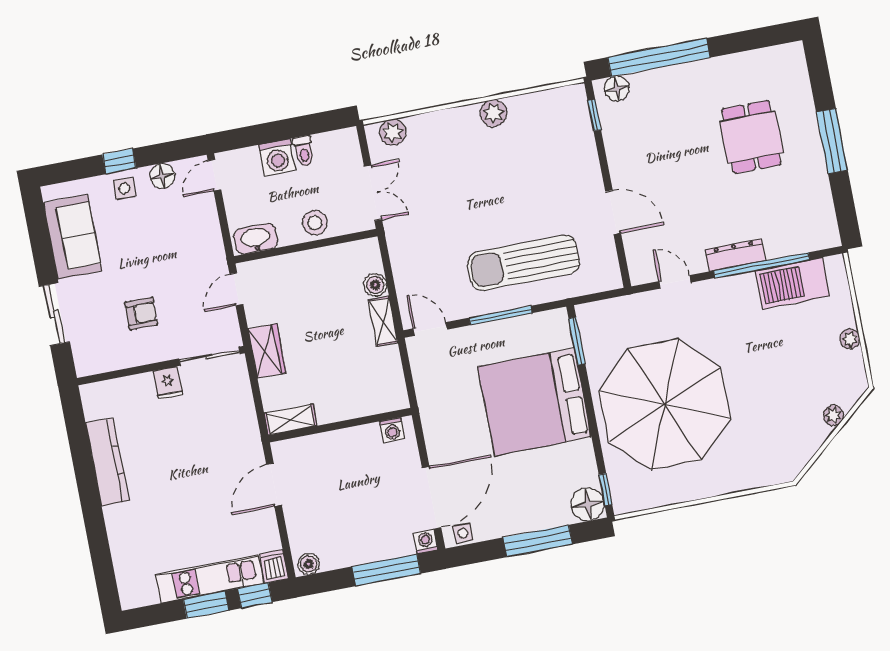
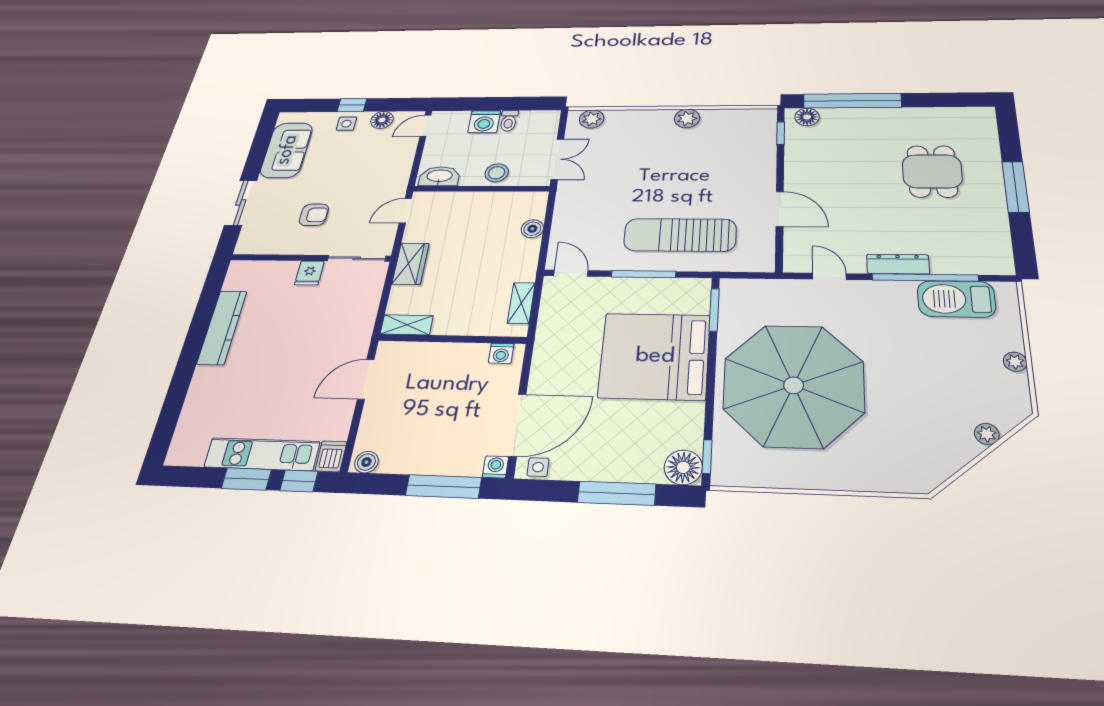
shelving: (383, 321) -> (521, 303), moved

